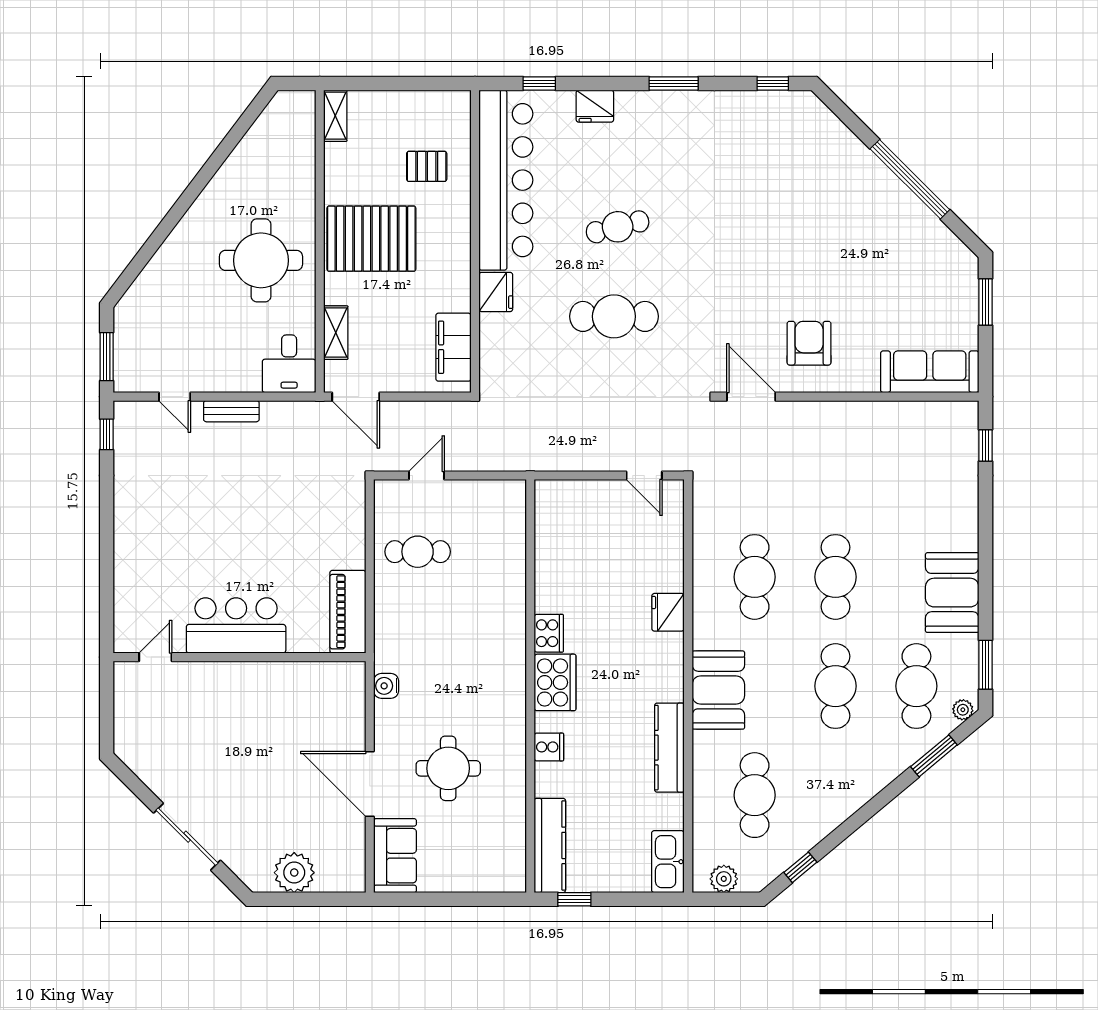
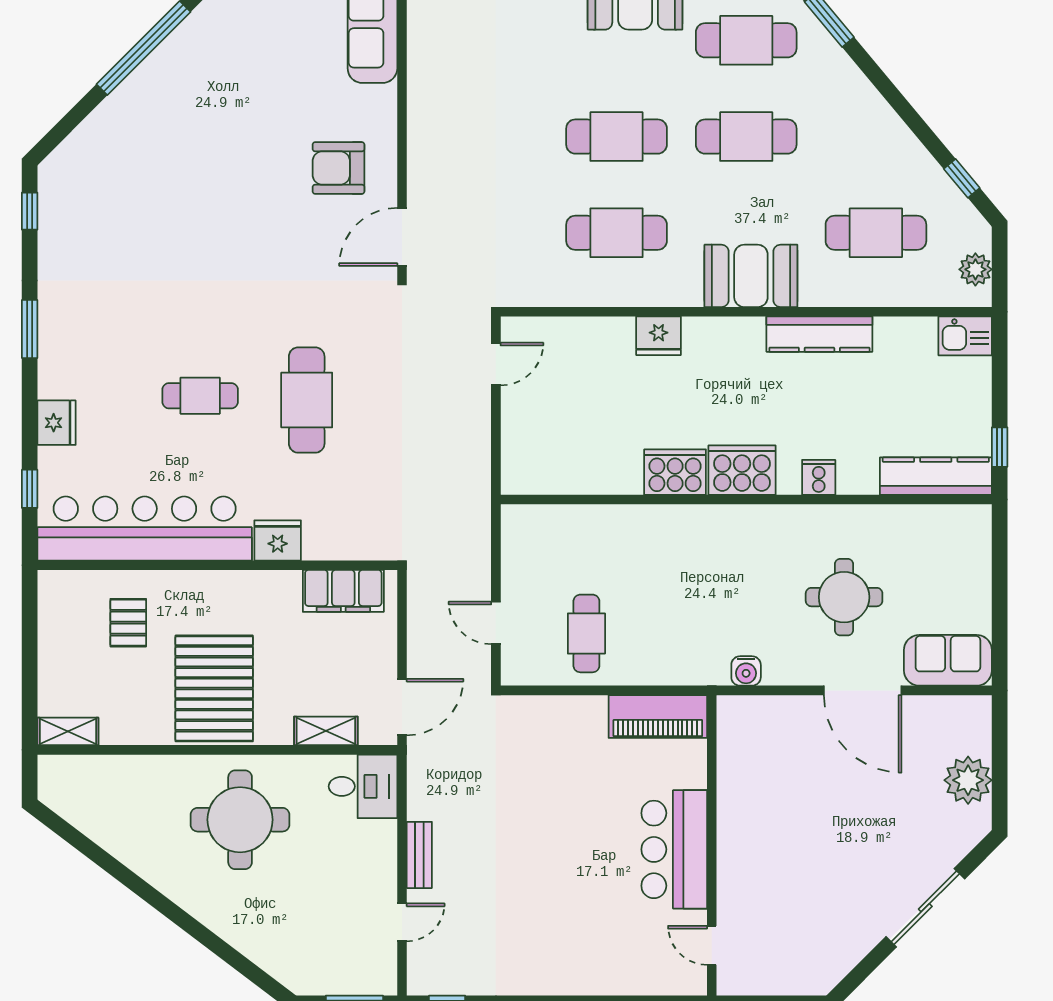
cafe table: (618, 227) -> (200, 396), turned -76
cooker: (549, 633) -> (675, 472), width x1.37, depth x1.31
door: (370, 784) -> (863, 690), hinge flipped
kitchen sink: (668, 862) -> (965, 336), width x0.73

